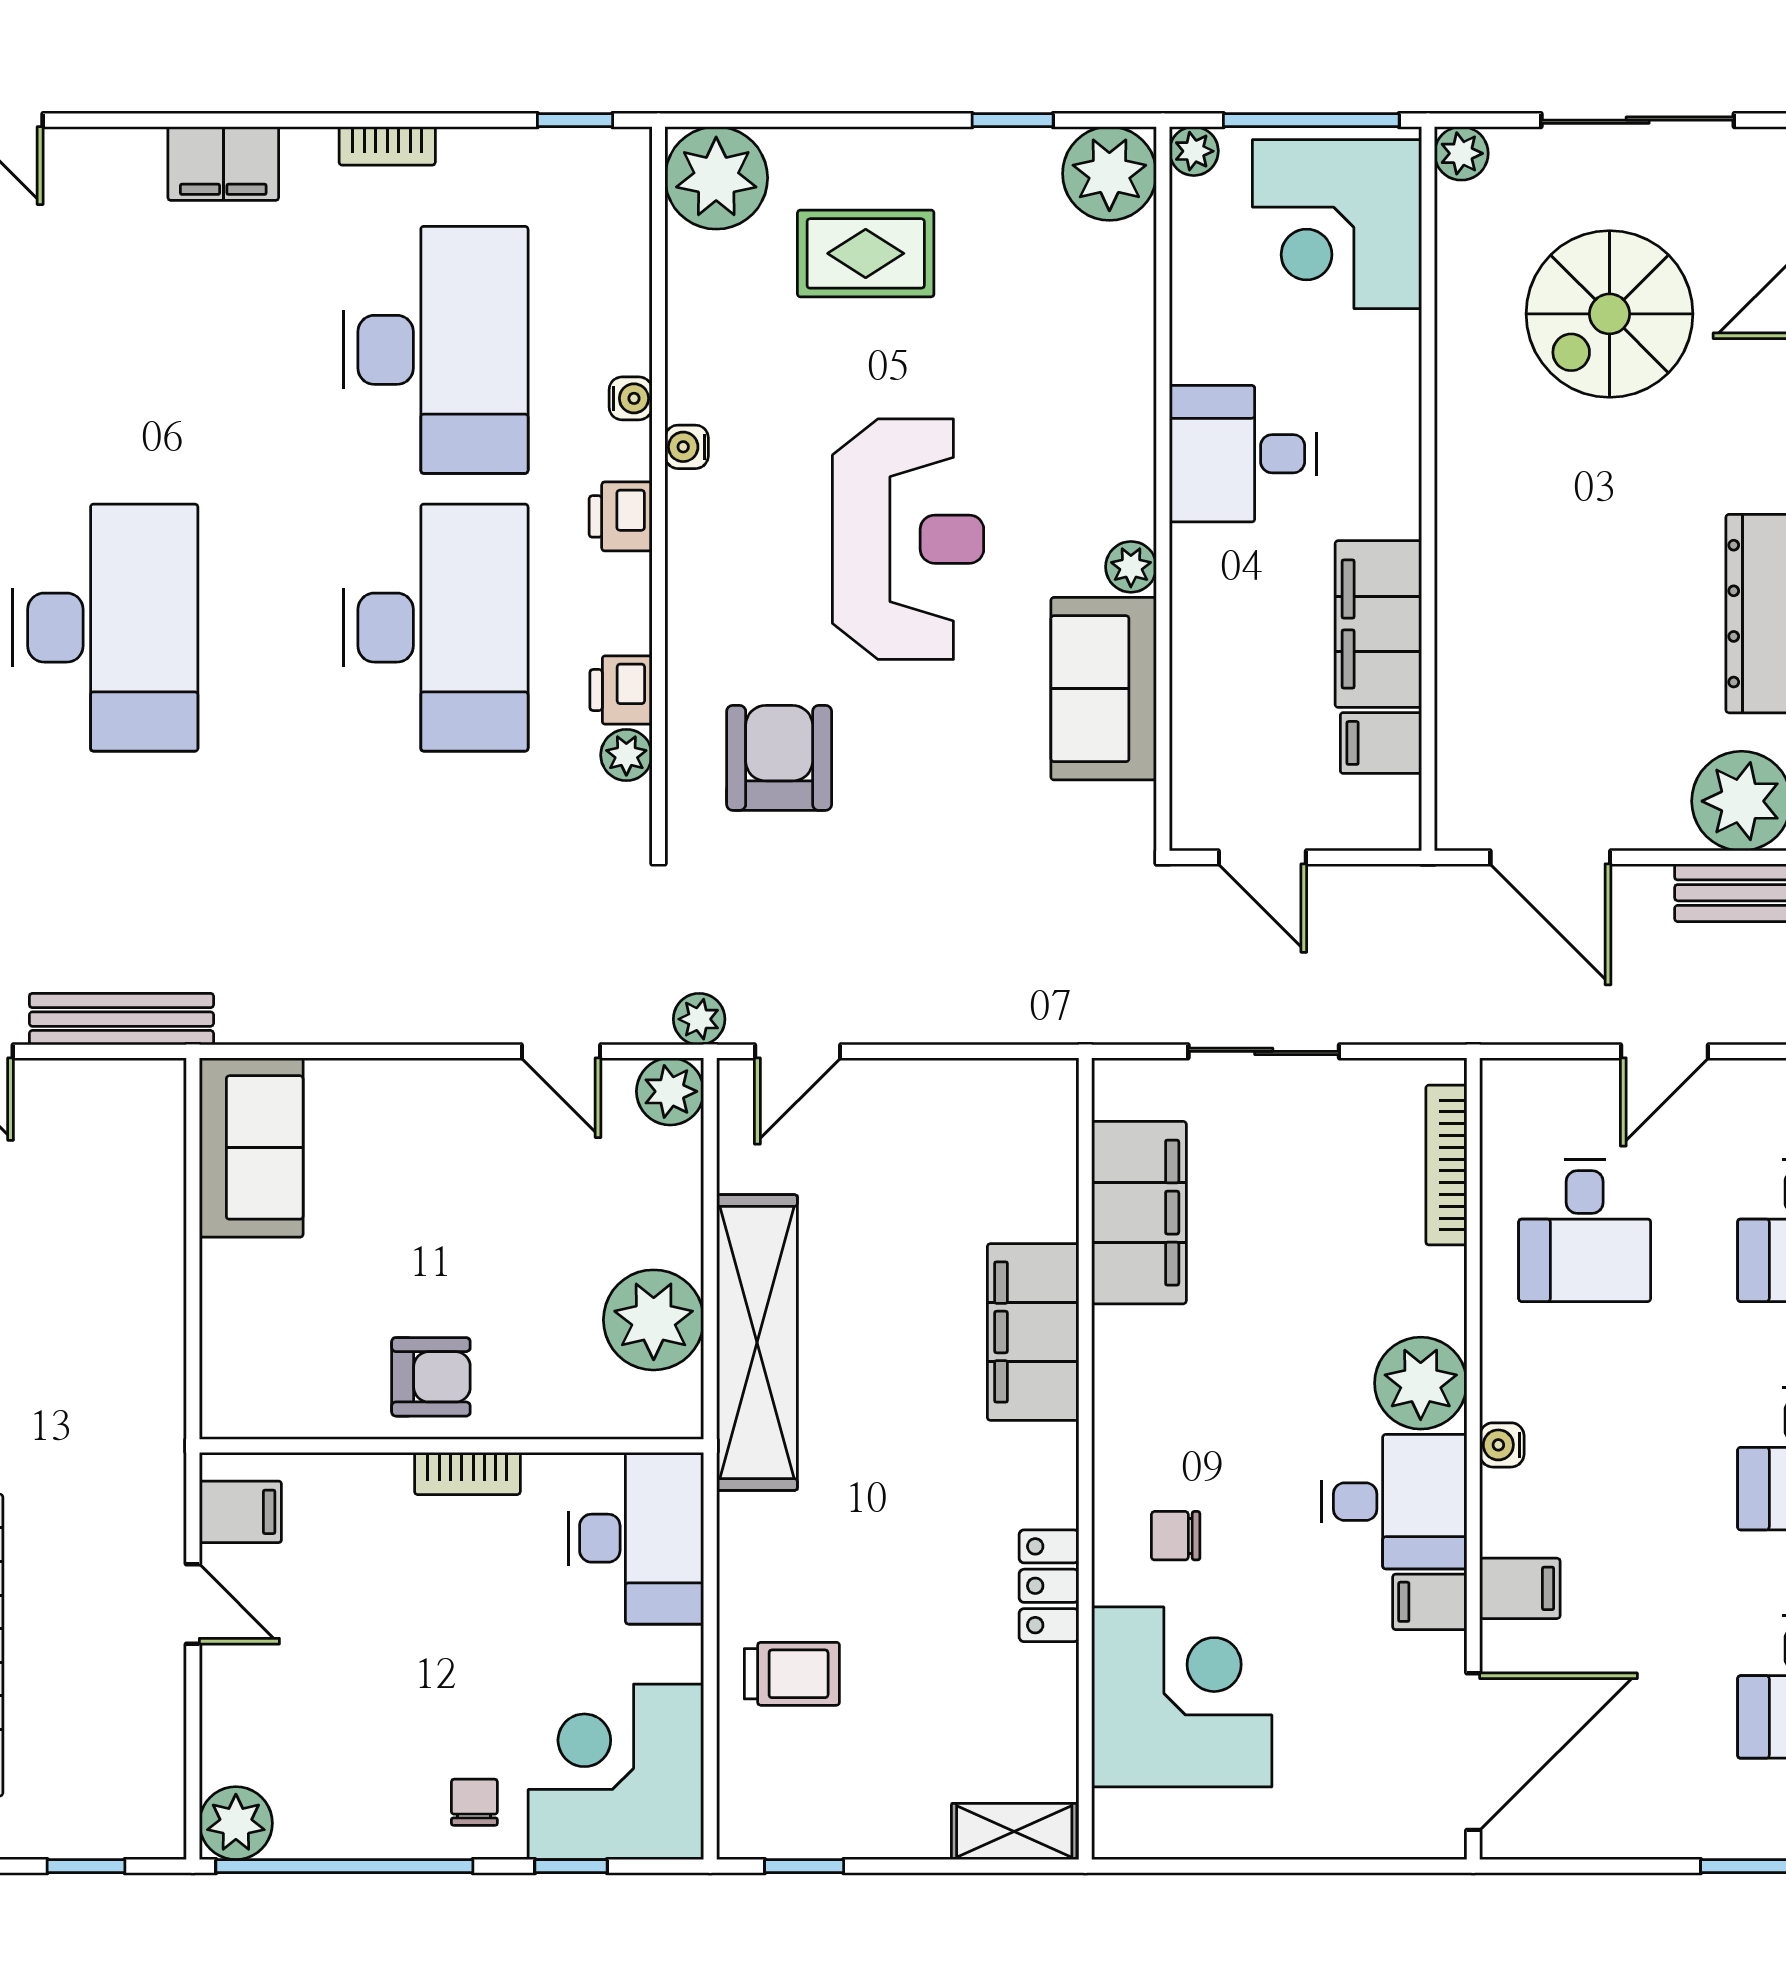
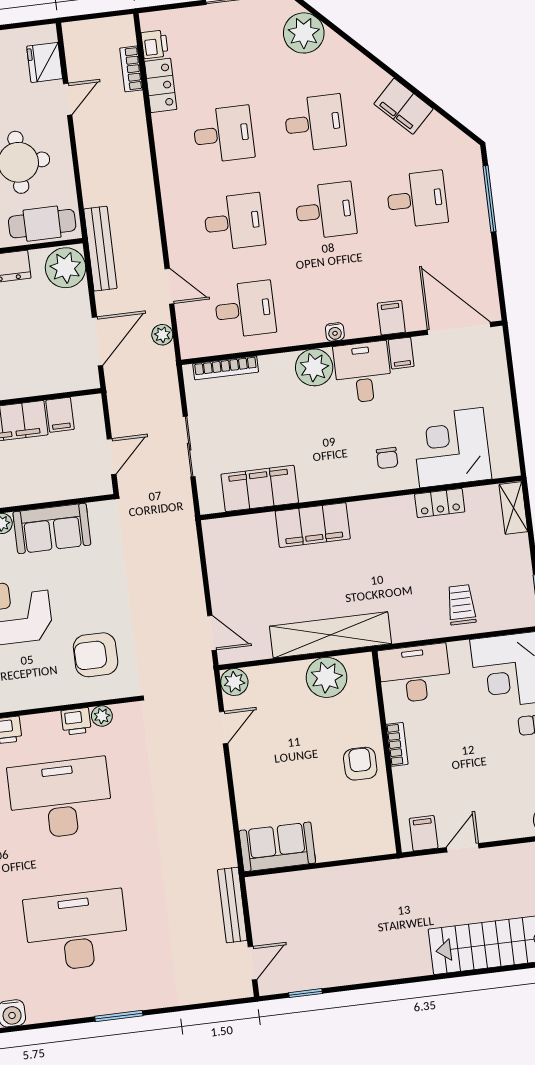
plant: (699, 1019) -> (162, 335), moved
locker: (1049, 1586) -> (440, 503), moved

